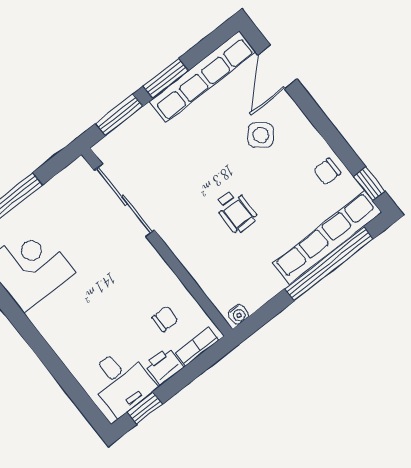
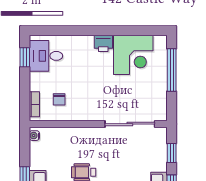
window: (119, 115) -> (172, 153), width x0.67
printer: (164, 366) -> (103, 43), moved, turned 90

